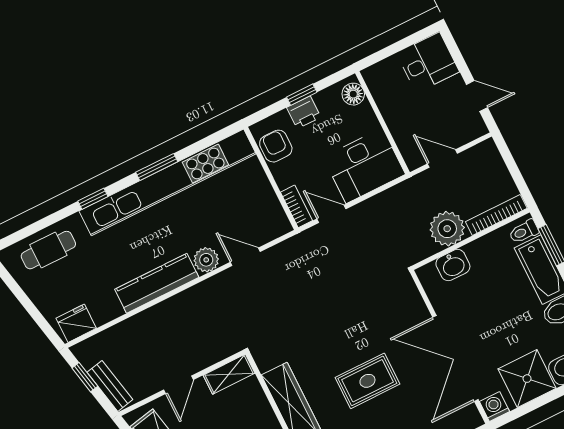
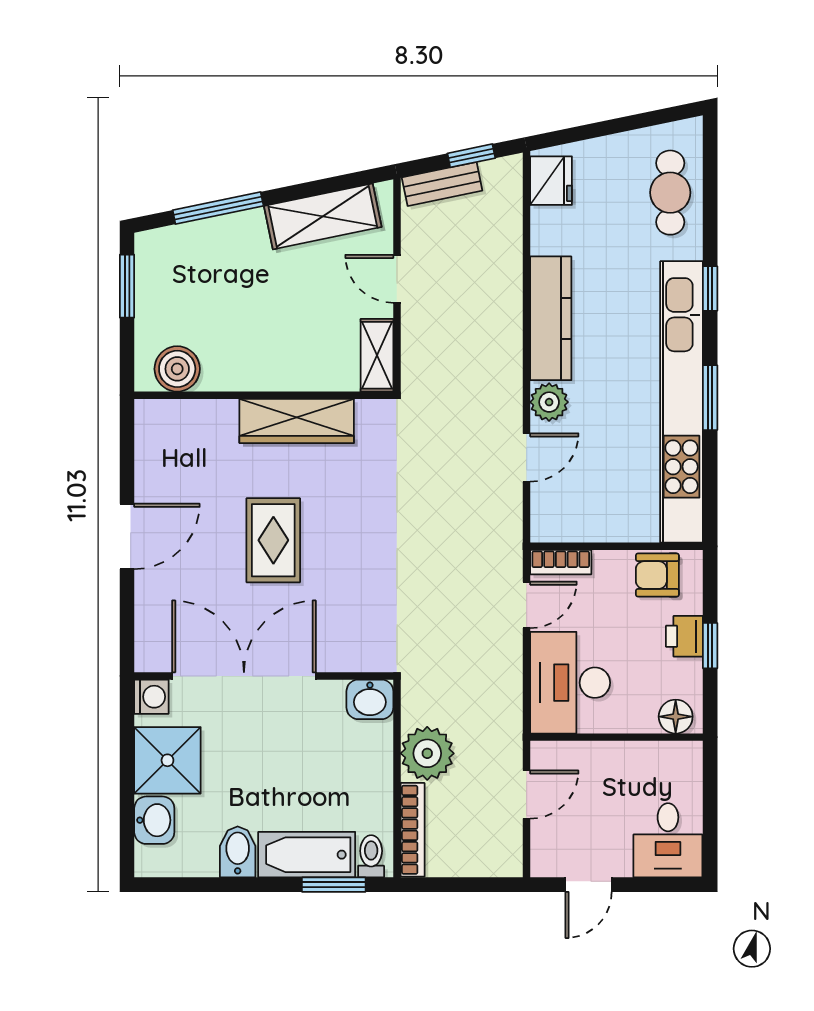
armchair: (276, 146) -> (657, 575), turned 180
washbasin: (453, 265) -> (370, 699), moved, turned -90

